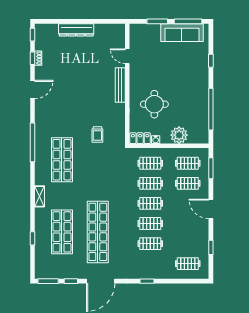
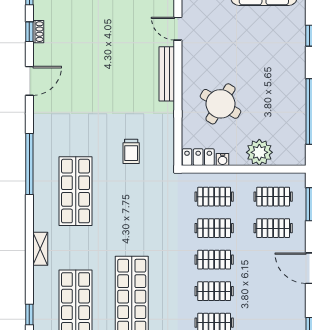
round table: (154, 104) -> (221, 104), turned 31

